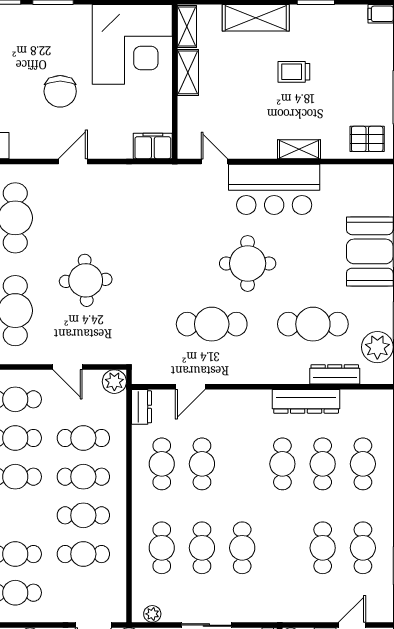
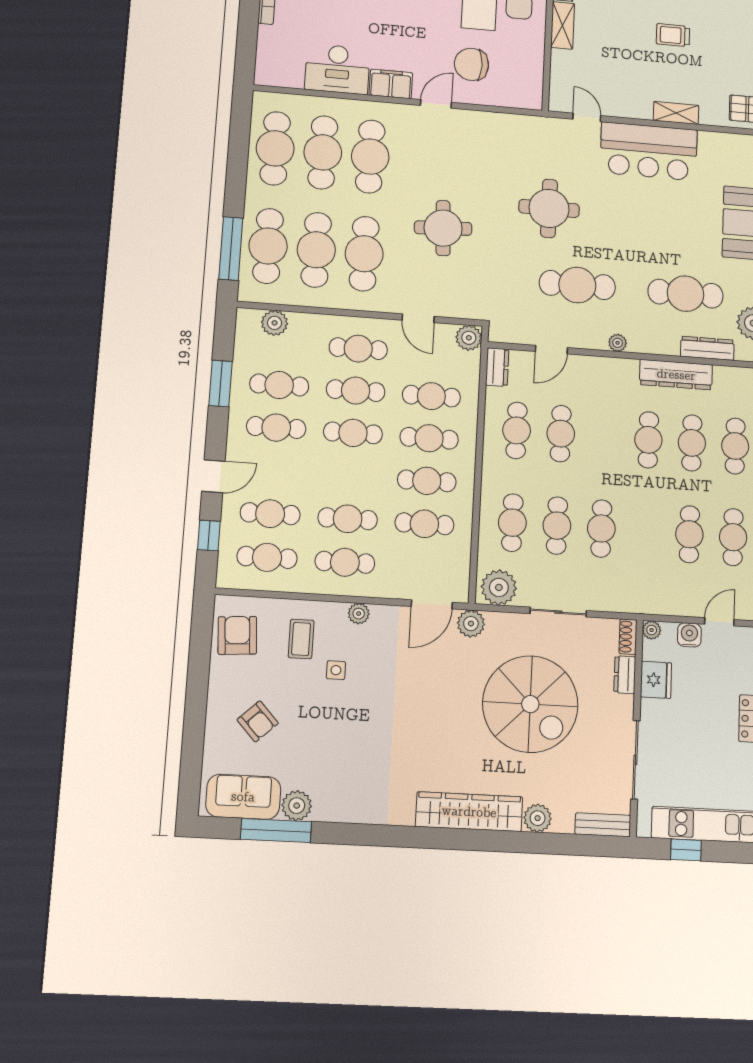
chair: (60, 91) -> (471, 64), moved, turned 90
filing cabinet: (153, 146) -> (391, 84), moved
round table: (248, 263) -> (549, 208), moved
plant: (251, 376) -> (618, 343), added
plant: (152, 614) -> (499, 587), width x1.88, depth x1.88

